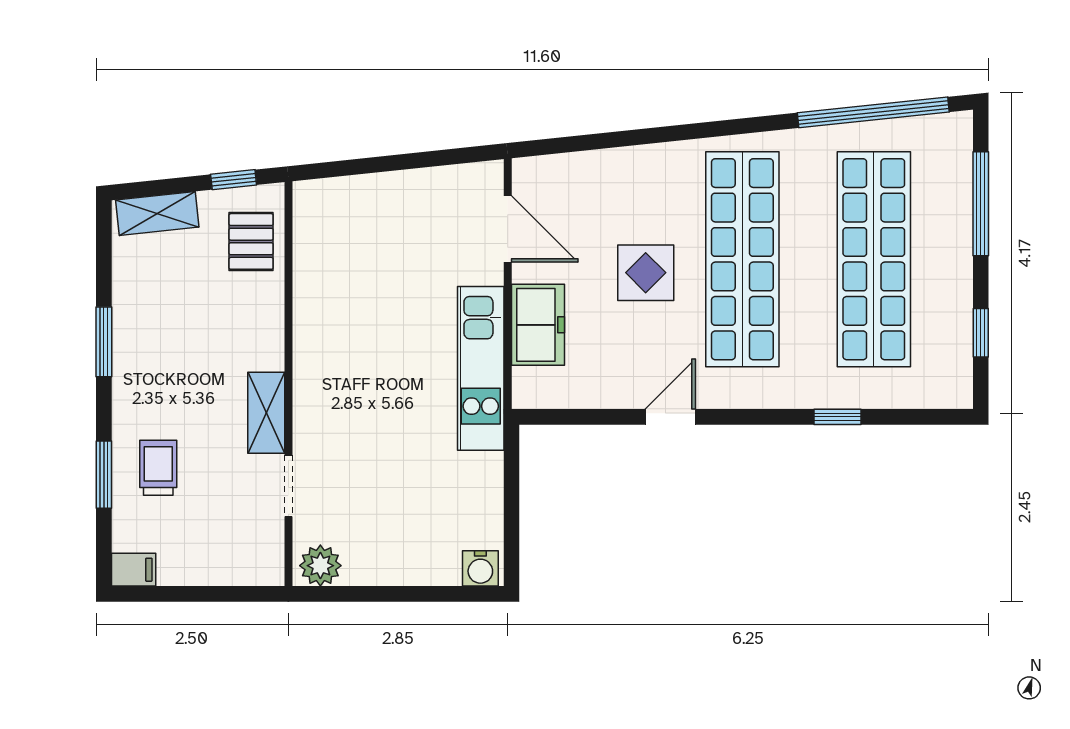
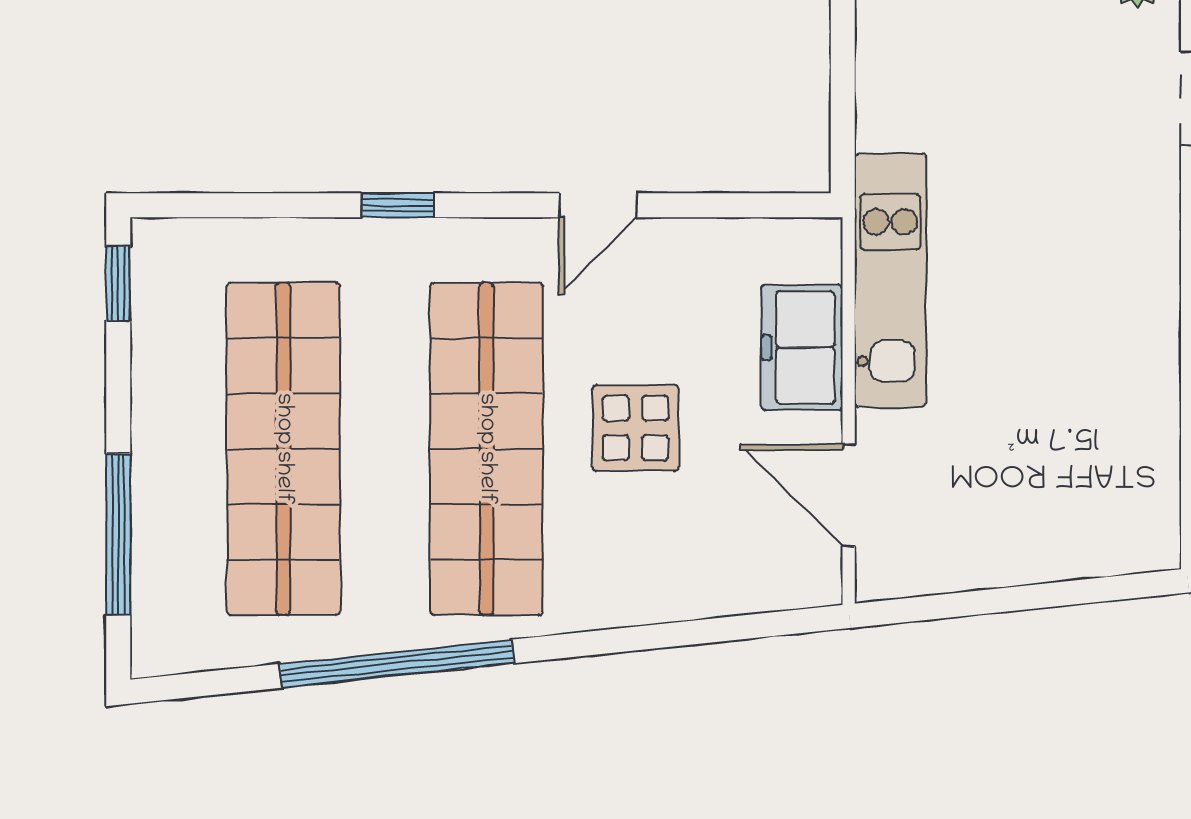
window: (873, 112) -> (397, 664), moved
window: (981, 333) -> (118, 283), moved
window: (838, 417) -> (398, 205), moved

